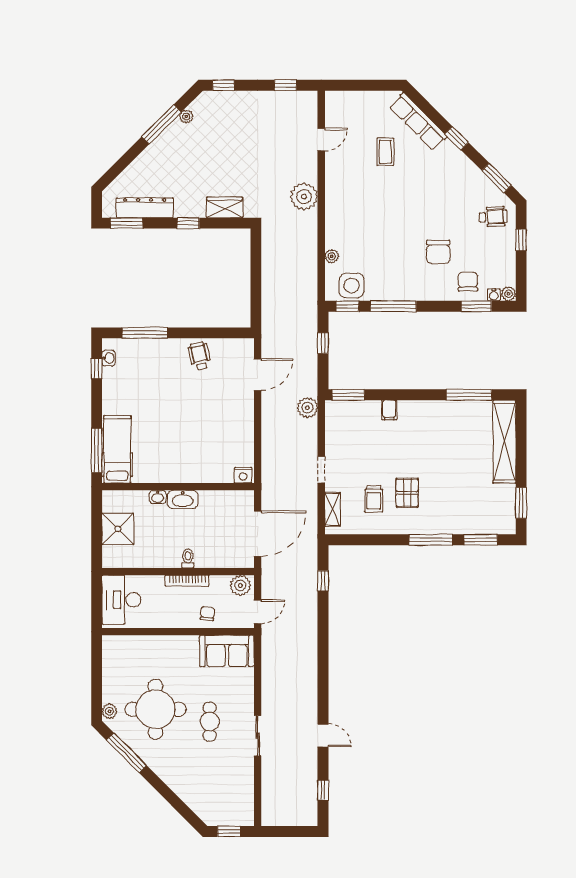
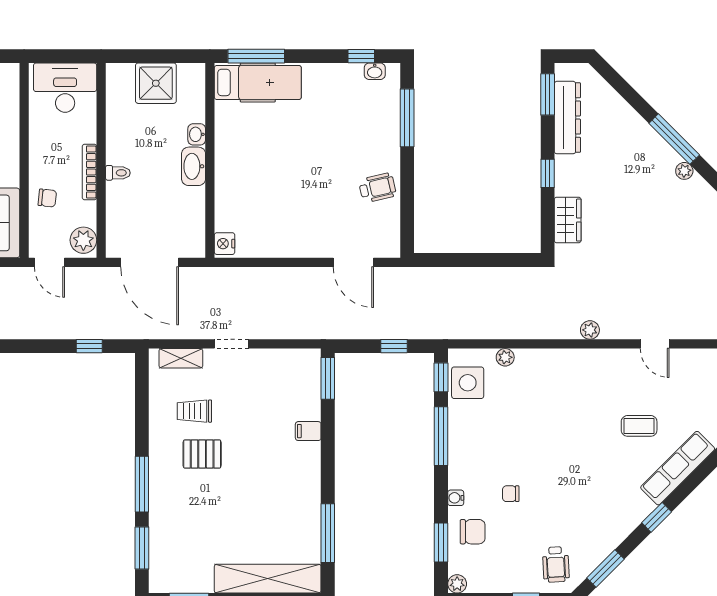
plant: (304, 197) -> (590, 330), width x0.53, depth x0.53
chair: (438, 252) -> (511, 494), width x0.54, depth x0.54
water cooler: (494, 295) -> (456, 498), moved
plant: (307, 408) -> (311, 326), removed

